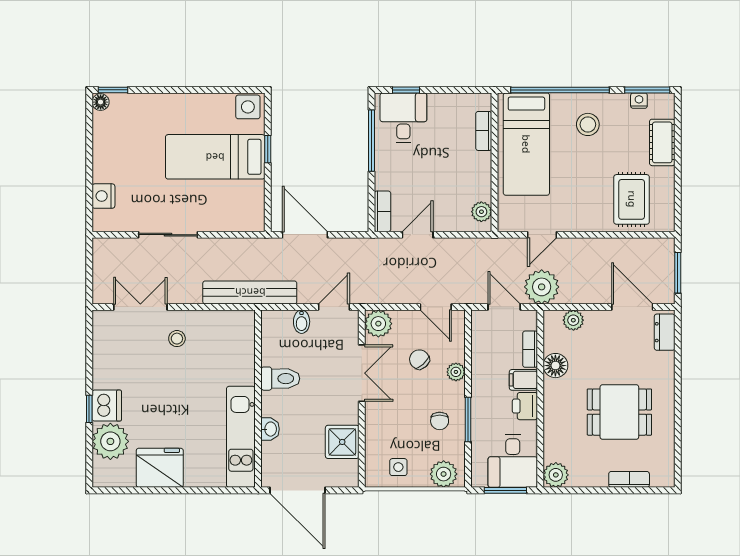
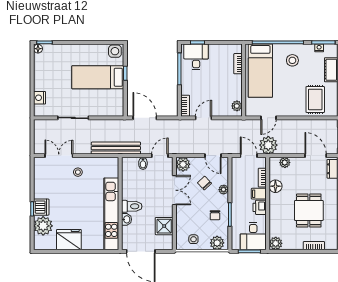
toilet: (280, 379) -> (132, 206), moved
dining table: (619, 412) -> (309, 210), turned 90
kitchen unit: (241, 437) -> (111, 214), width x1.36

